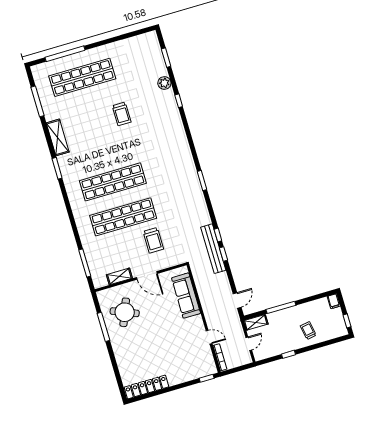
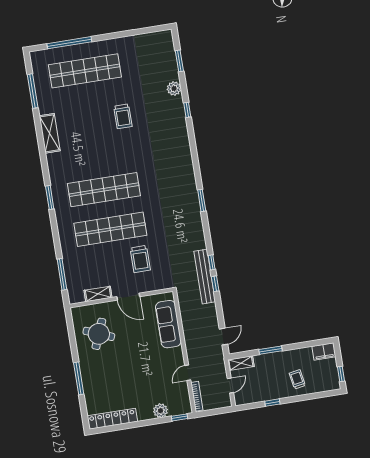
window: (57, 168) -> (50, 197), moved
filing cabinet: (334, 301) -> (324, 352), width x2.00
window: (281, 307) -> (271, 350), width x0.69
window: (103, 327) -> (79, 378), moved
door: (209, 337) -> (188, 373), swing flipped
plant: (189, 374) -> (161, 411), added

